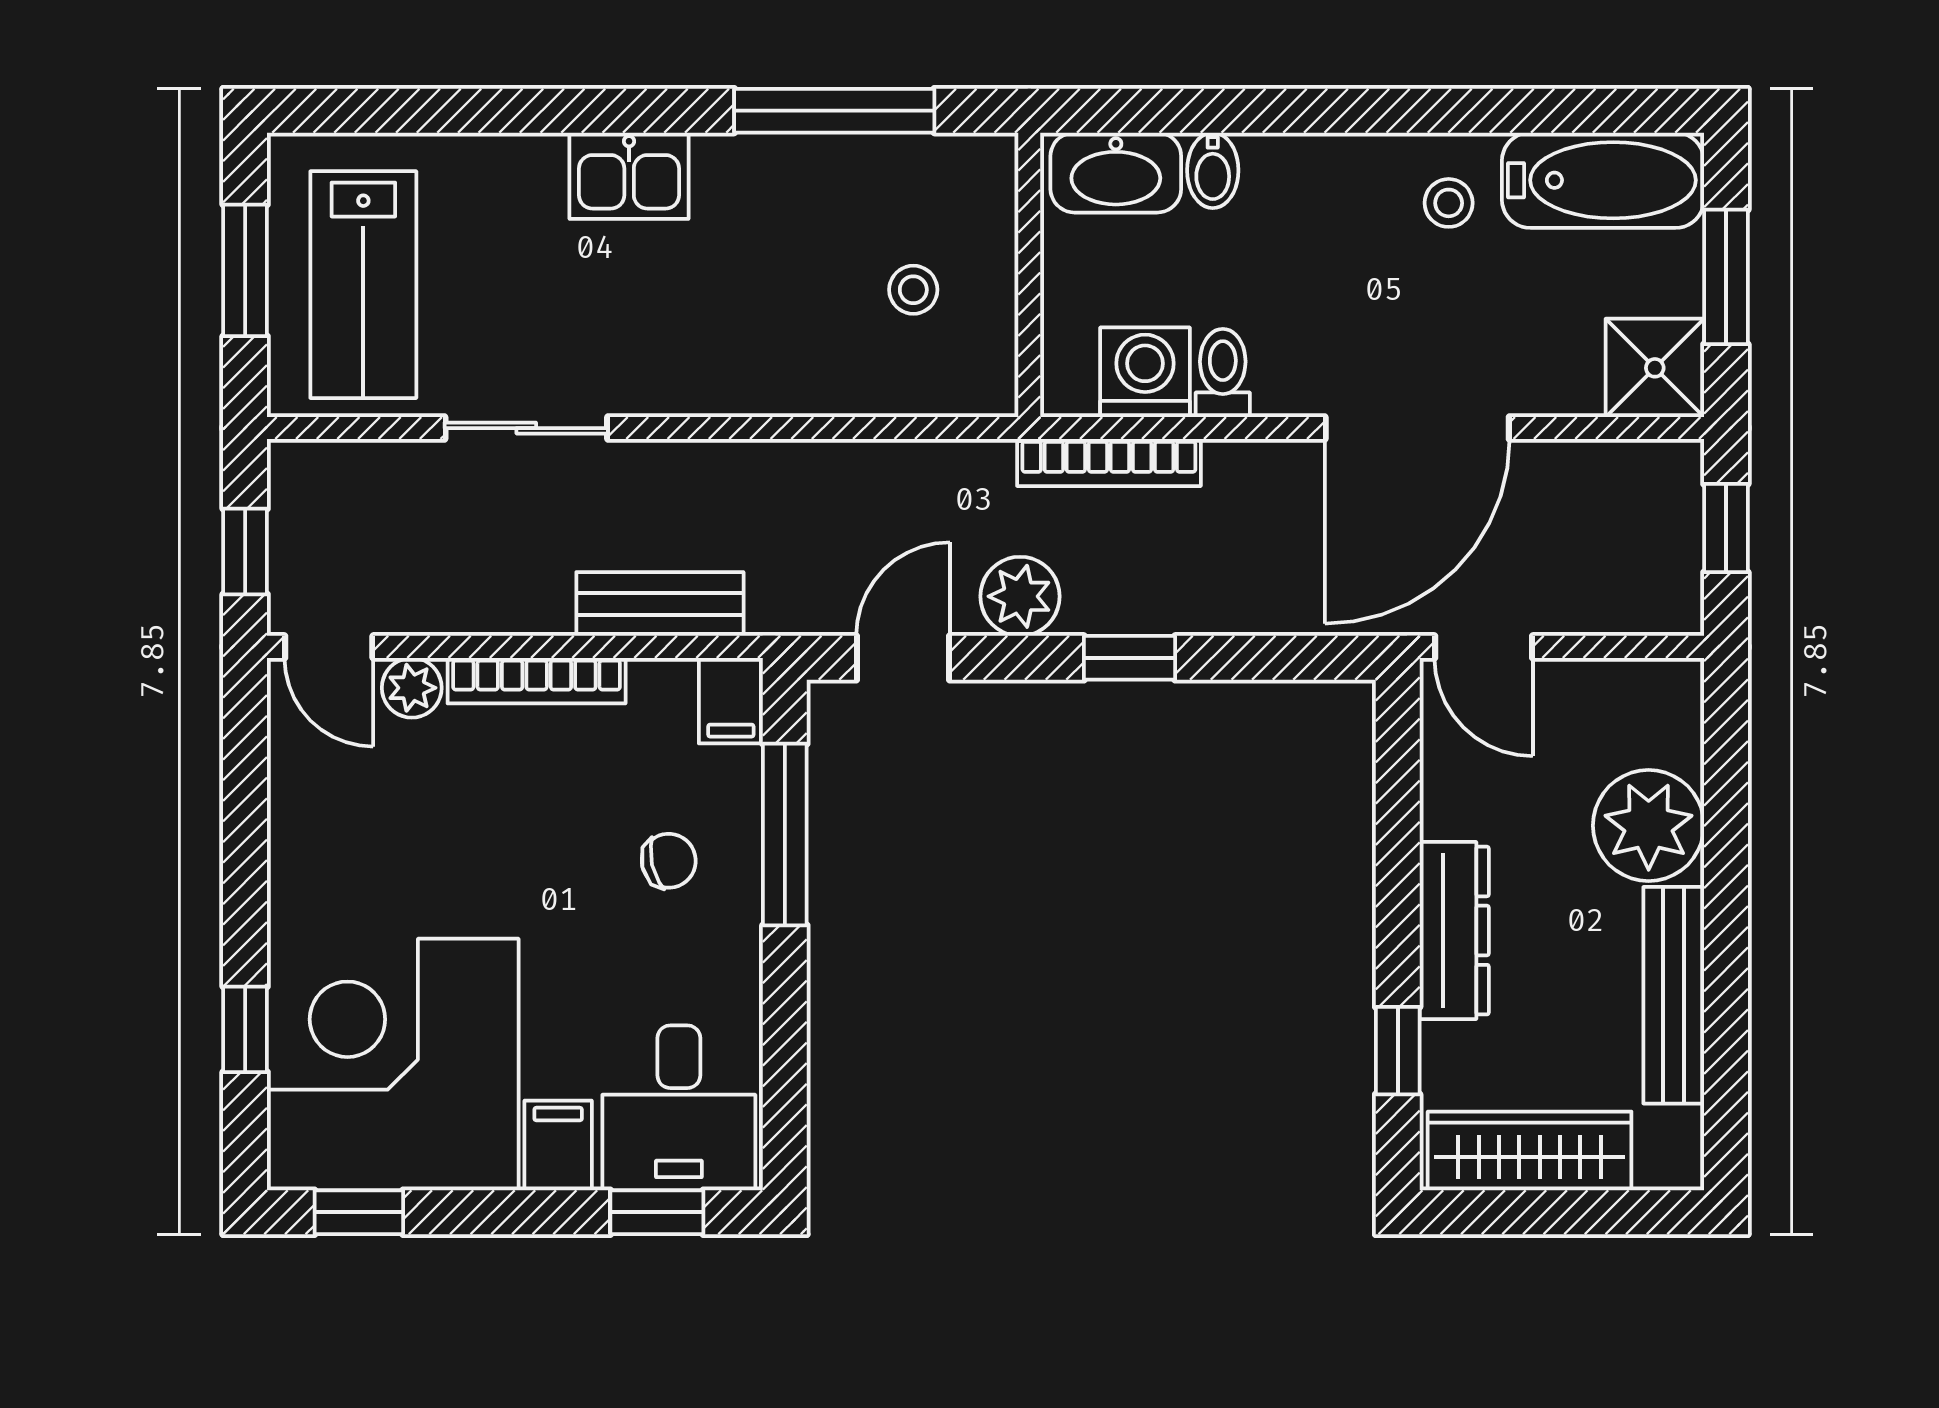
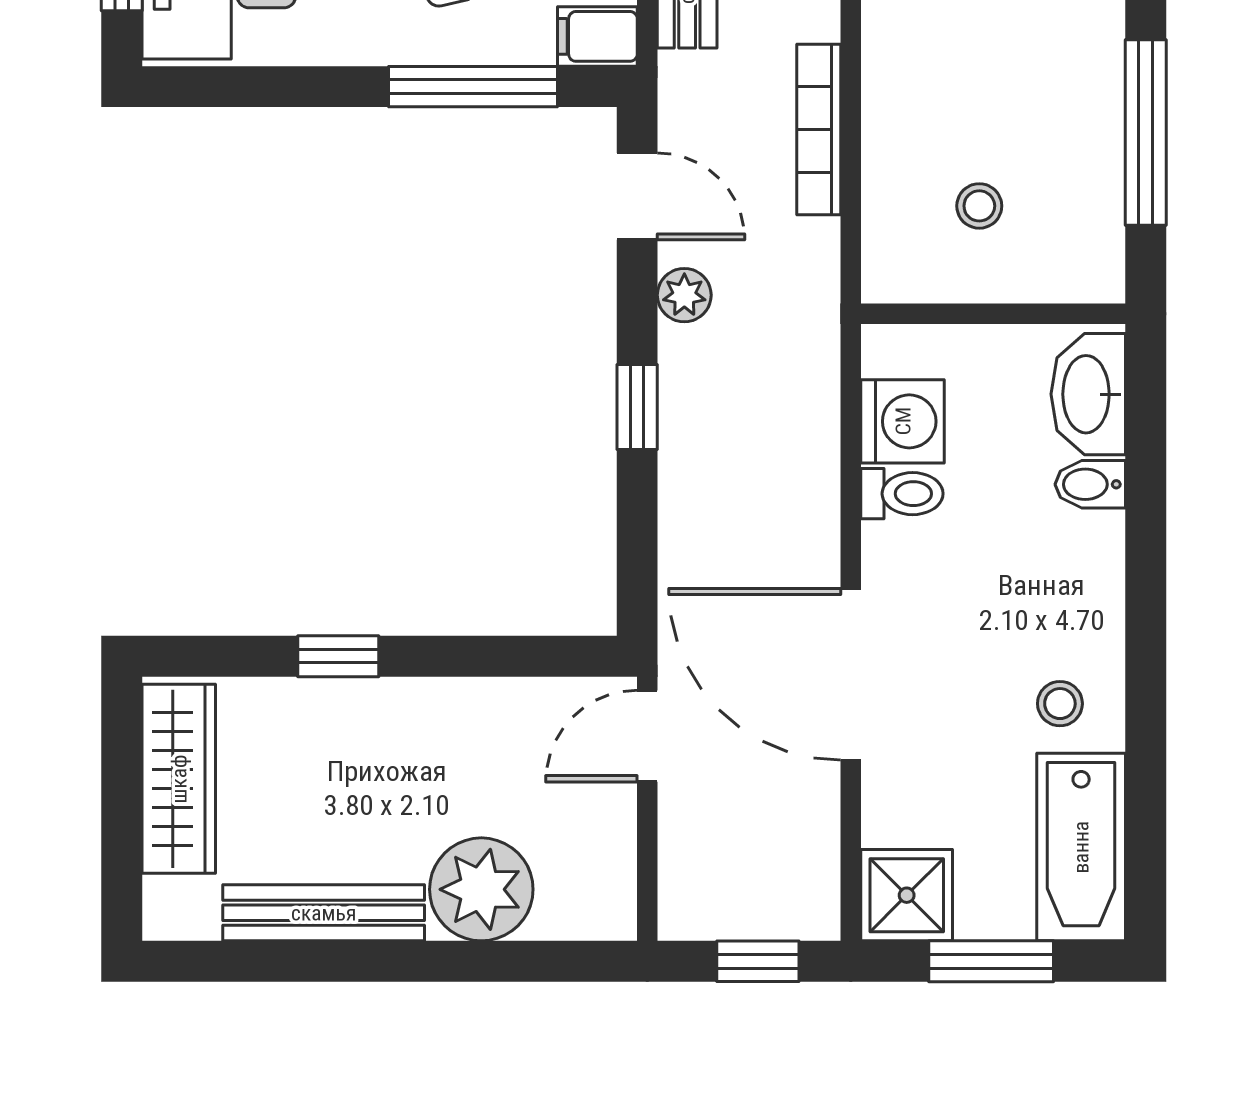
bookcase: (1109, 463) -> (819, 130), moved
plant: (1020, 596) -> (684, 295), width x0.73, depth x0.73
dresser: (1454, 931) -> (384, 709), removed
window: (1398, 1051) -> (338, 656), moved

